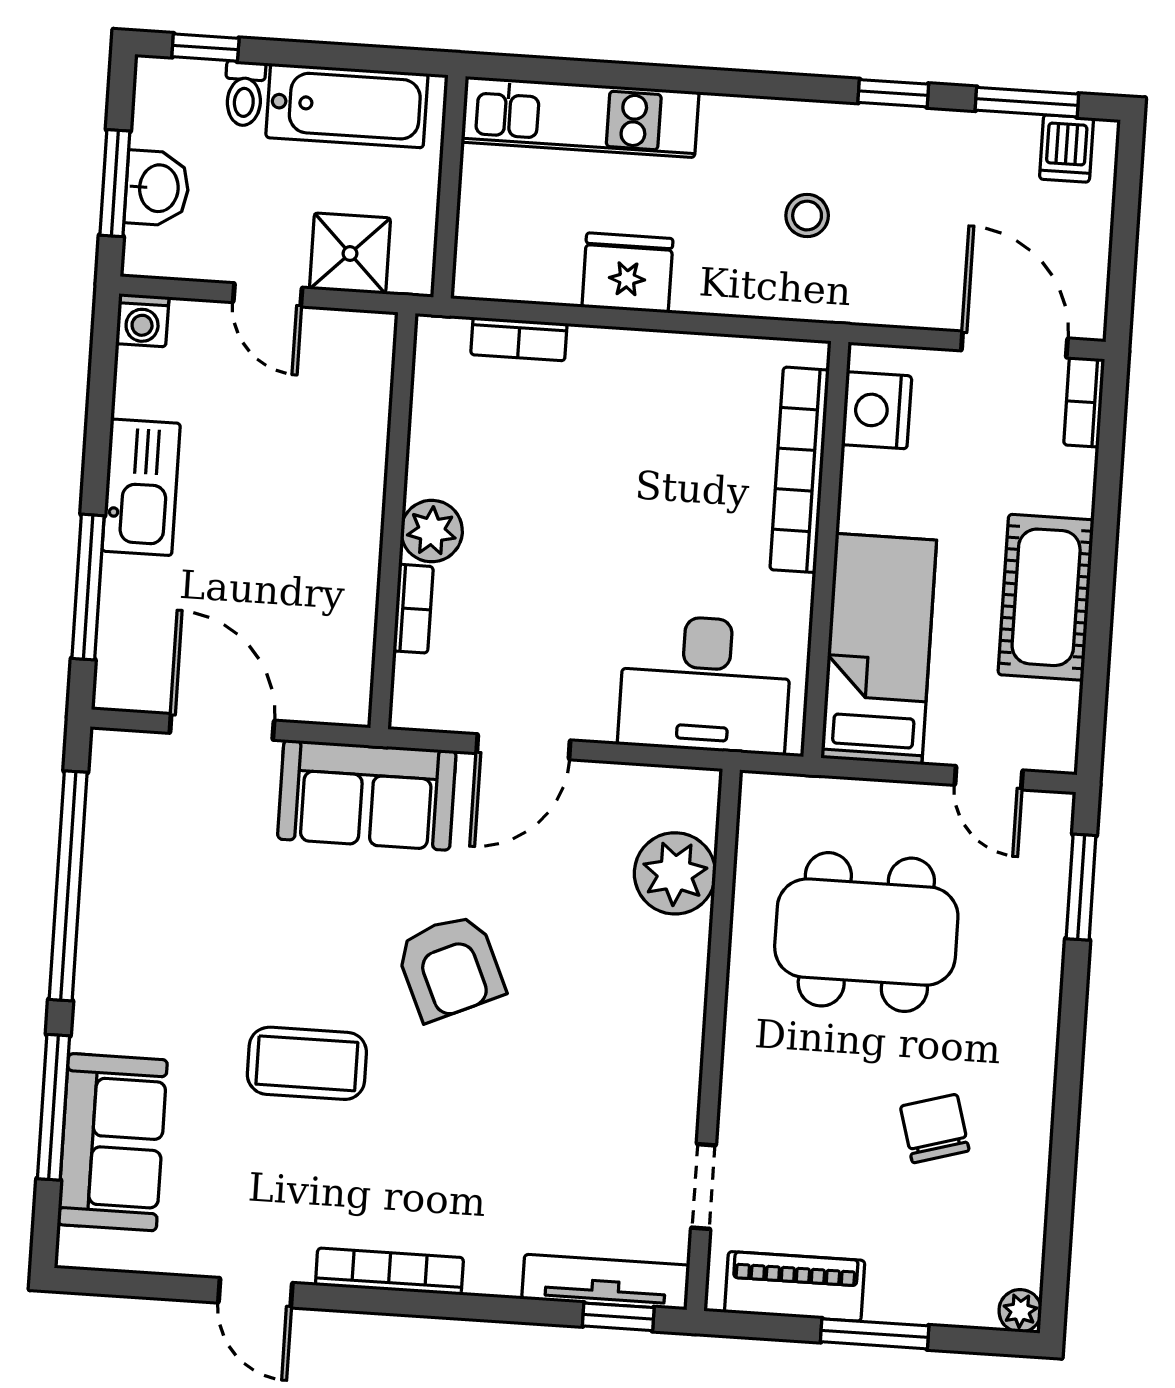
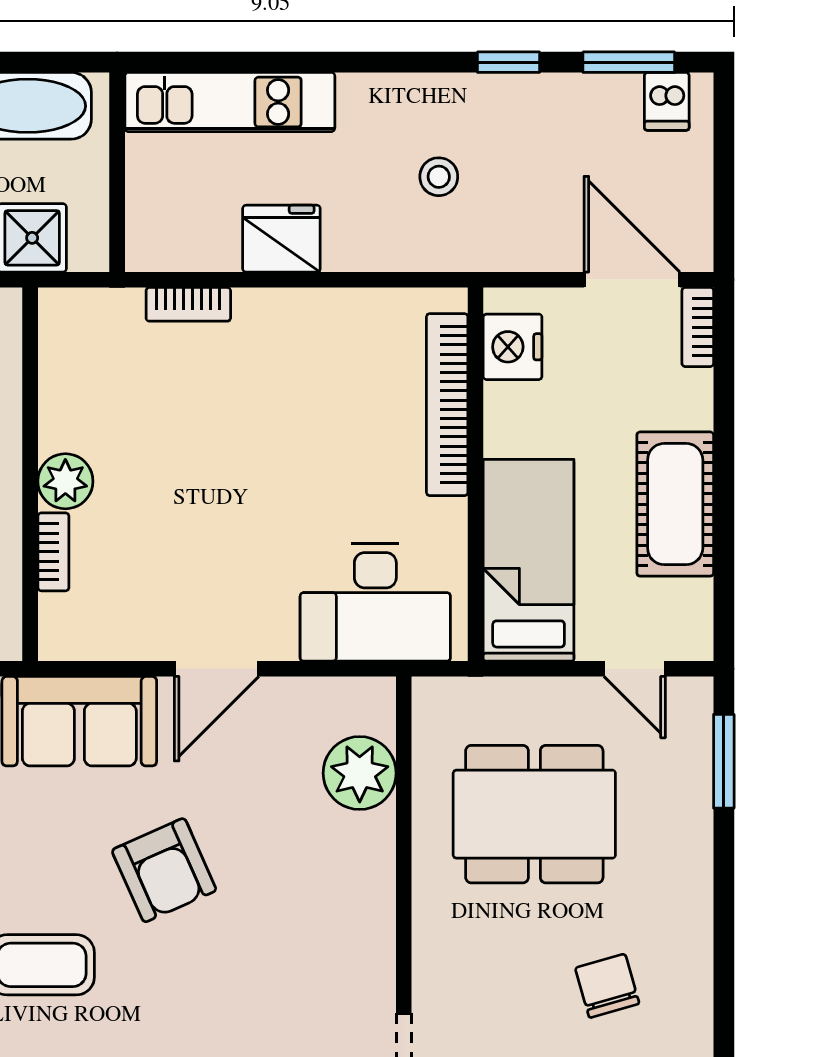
wall: (393, 521) -> (30, 474), moved
plant: (432, 531) -> (65, 481), moved
bookcase: (413, 609) -> (53, 552), moved

